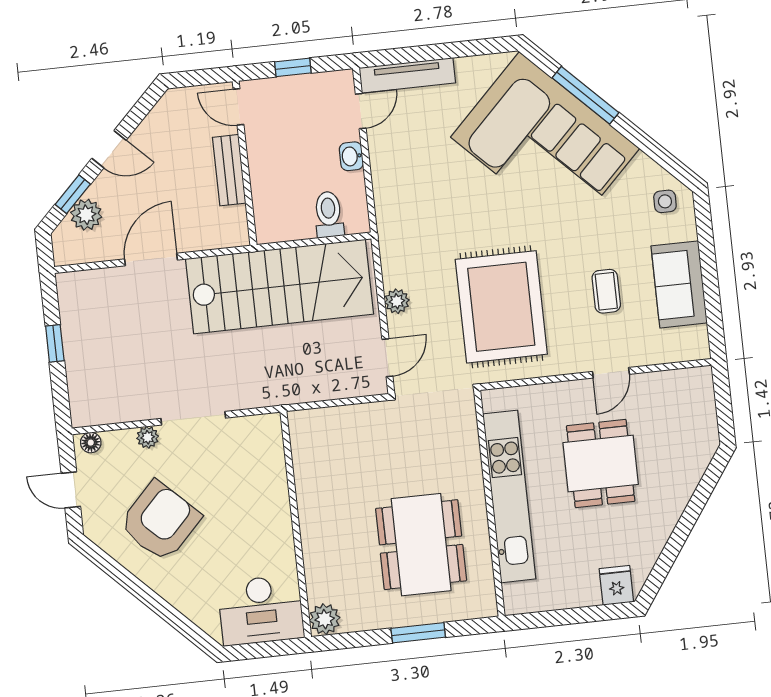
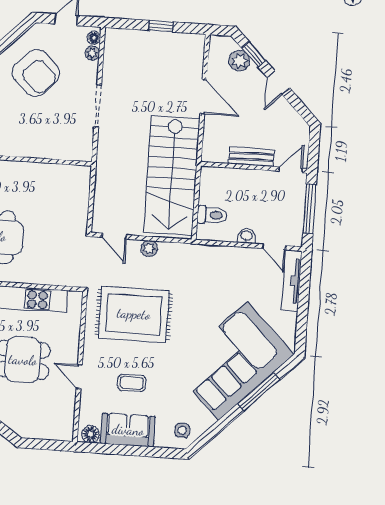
window: (293, 67) -> (310, 209), width x2.17
floor lamp: (696, 340) -> (91, 434), added
plant: (148, 437) -> (92, 53), moved

